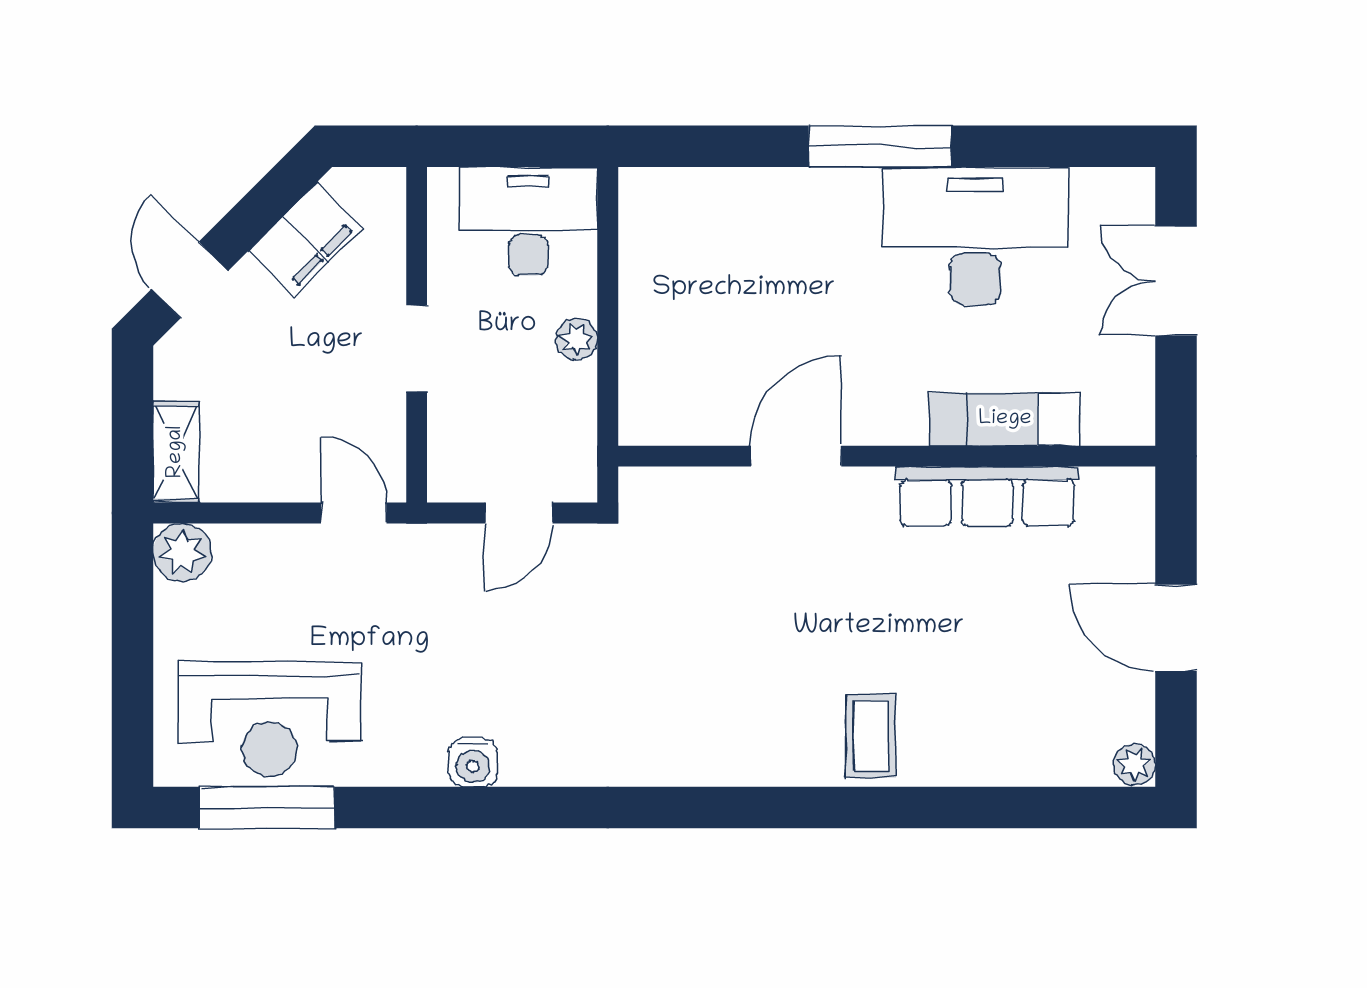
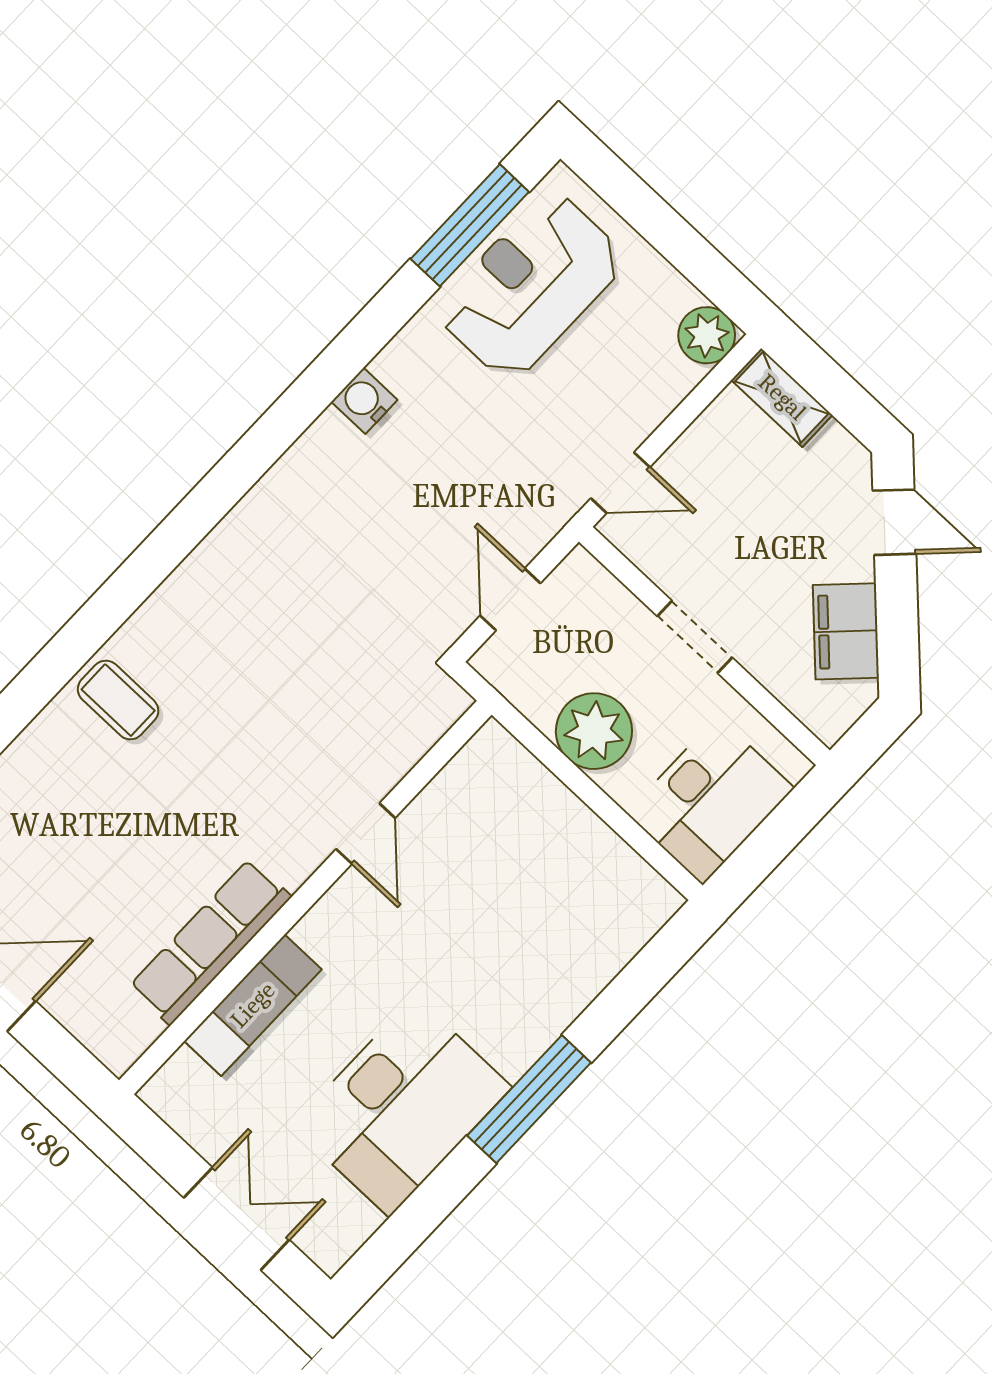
plant: (577, 339) -> (594, 731), width x1.88, depth x1.88
door: (796, 456) -> (366, 833), width x0.73

